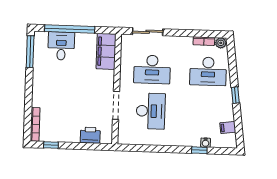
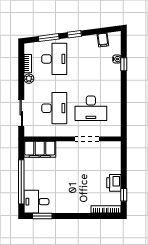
plant: (221, 43) -> (29, 79), moved
desk: (61, 46) -> (36, 202), moved
window: (30, 52) -> (42, 216), width x0.69
window: (233, 66) -> (49, 38), added
desk: (151, 111) -> (91, 108), turned 180
printer: (90, 135) -> (114, 183), moved

